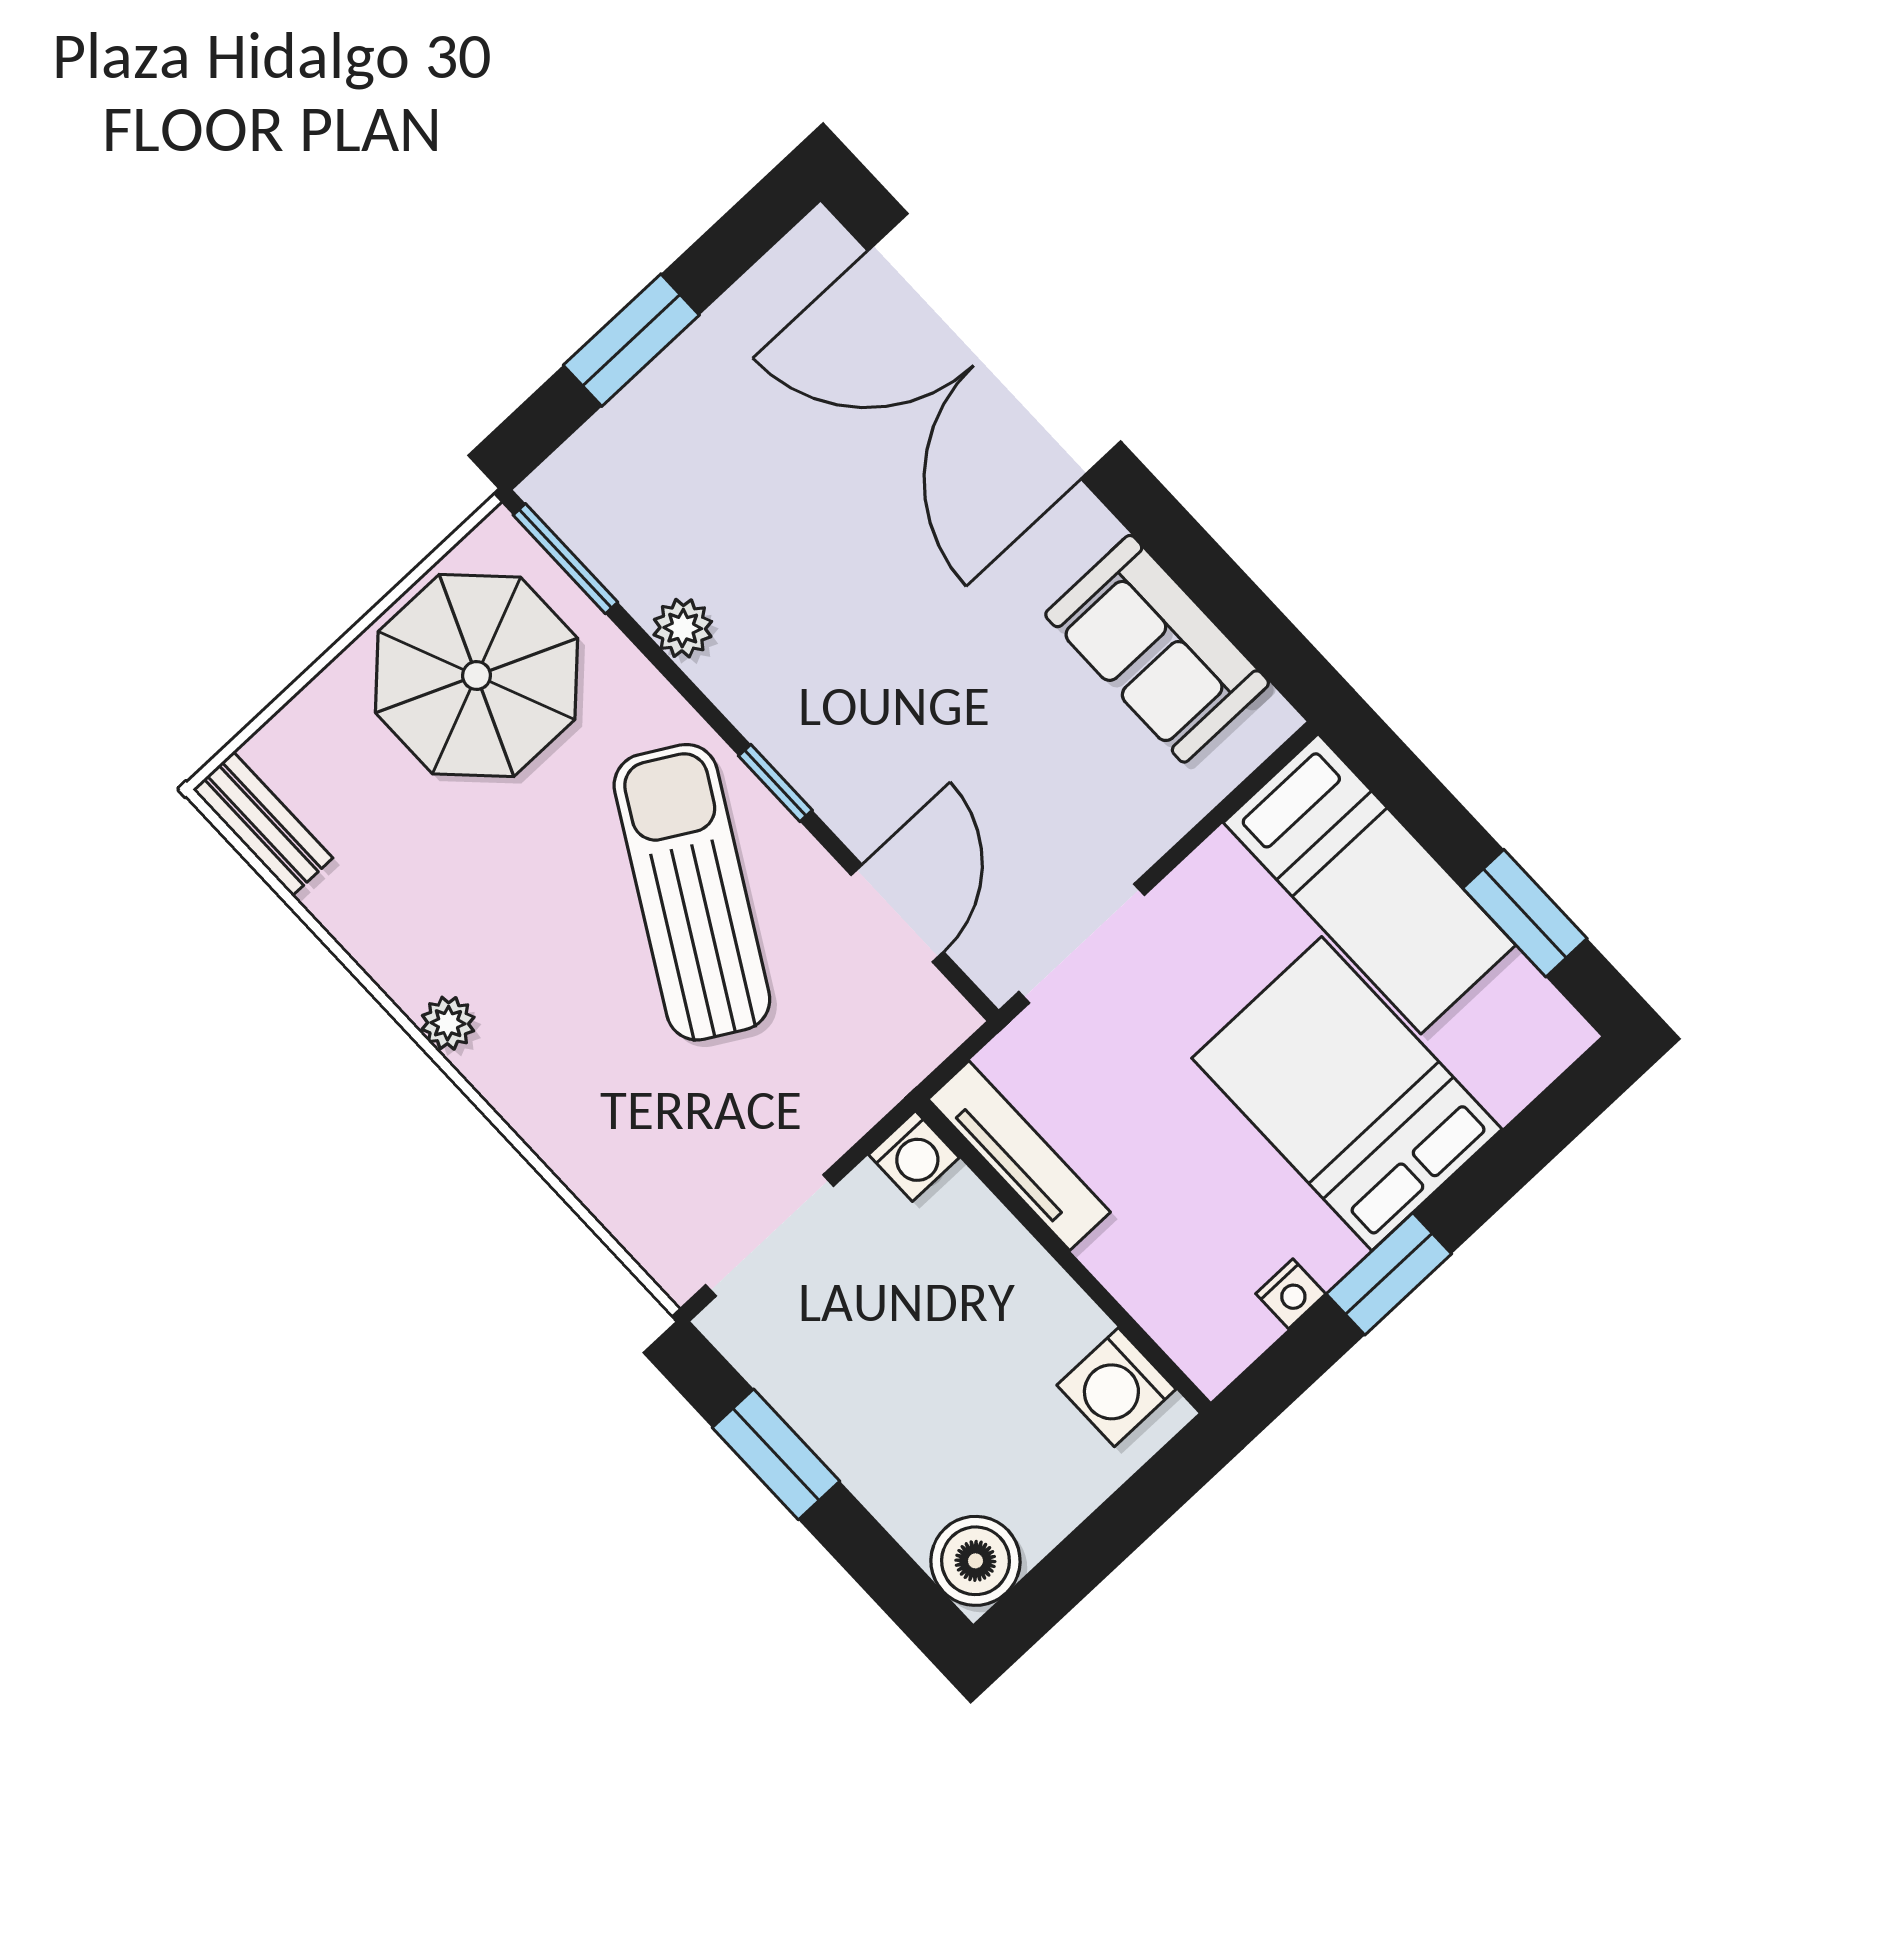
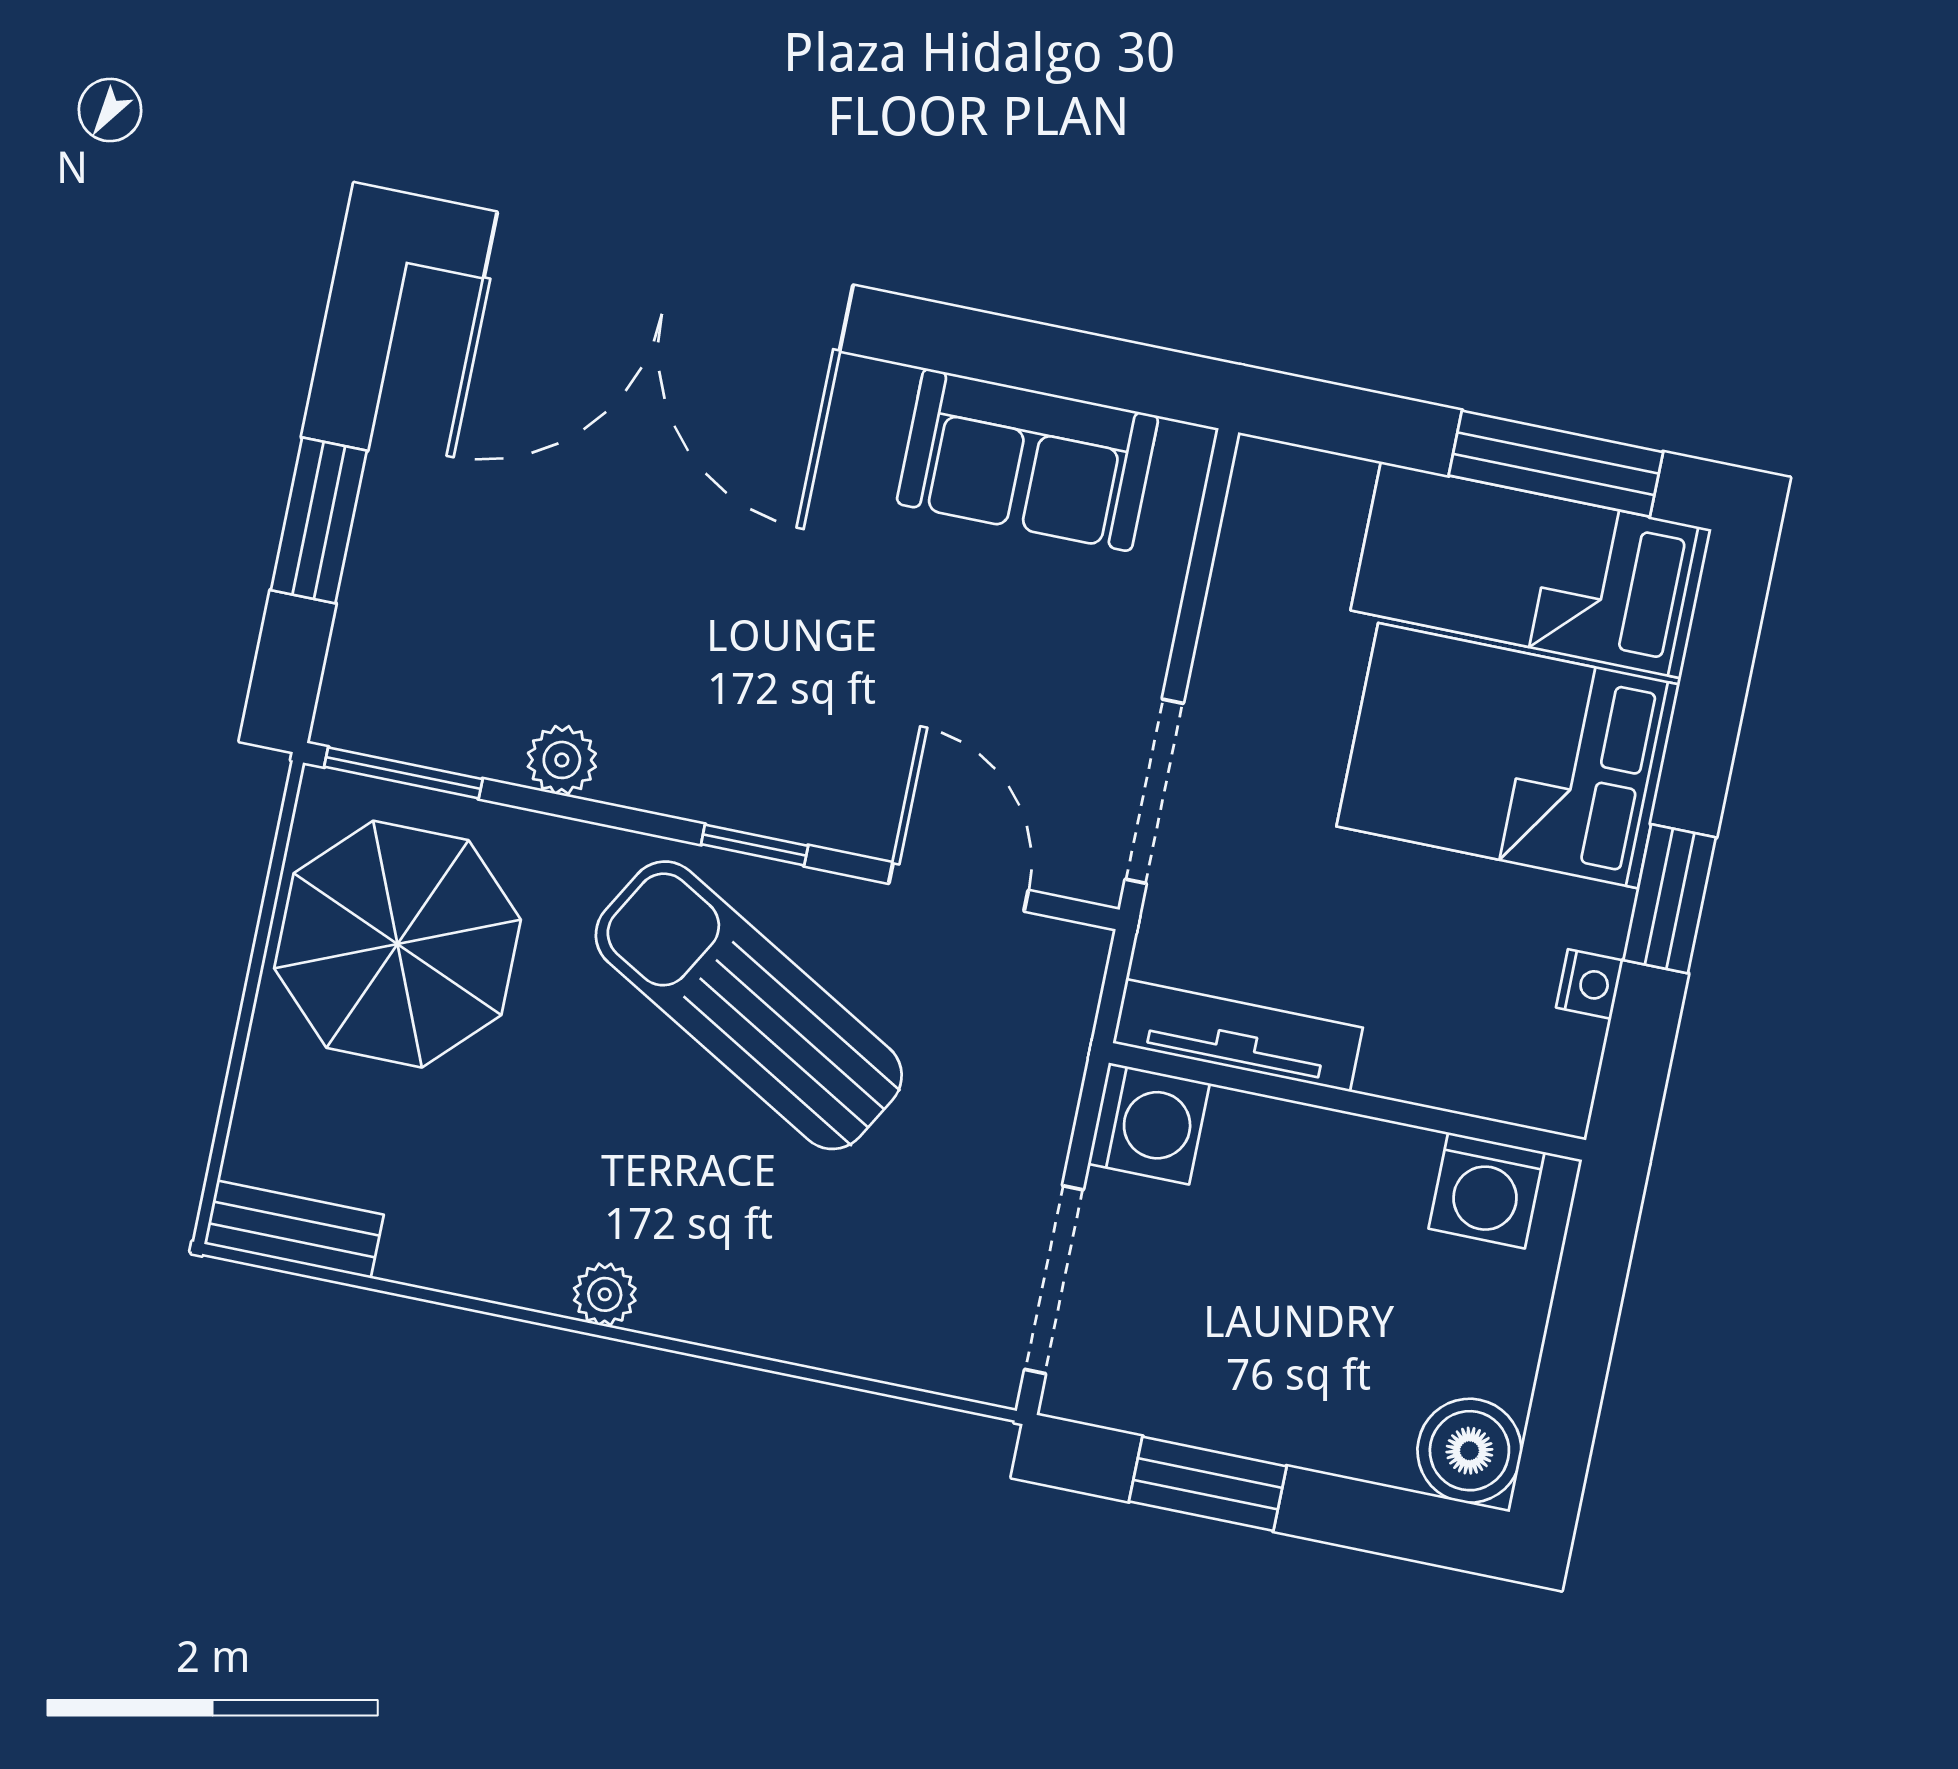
bed: (1369, 884) -> (1531, 570), moved, turned 180
window: (1525, 913) -> (1556, 464), width x1.44
washing machine: (914, 1156) -> (1149, 1124), width x1.38, depth x1.38

